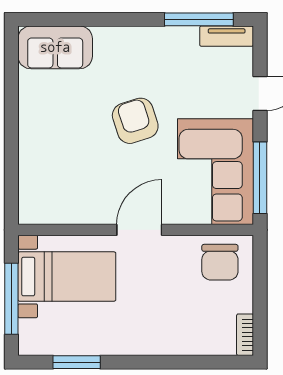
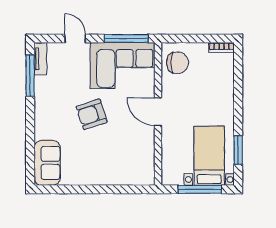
bed with nightstands: (67, 277) -> (209, 156), moved

